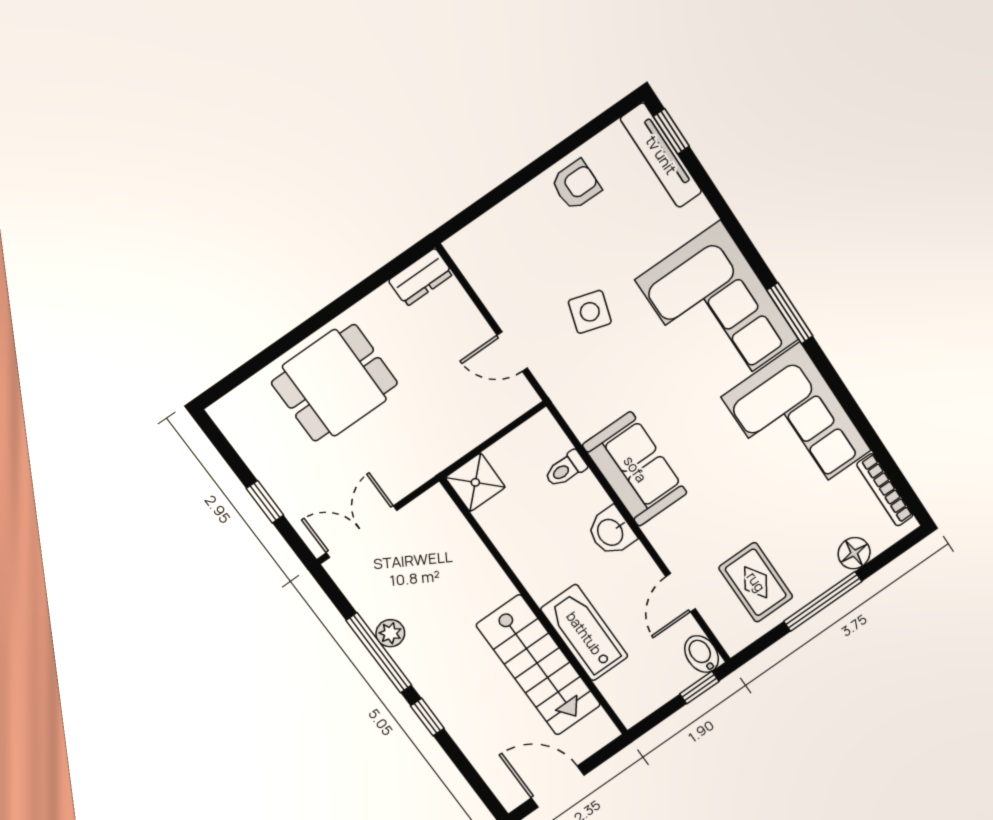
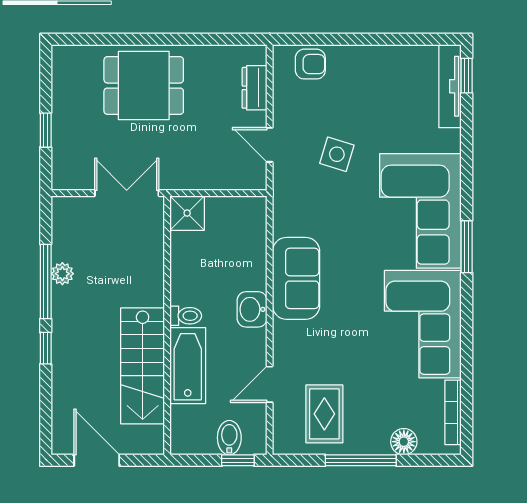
armchair: (576, 185) -> (310, 64), moved
dresser: (421, 277) -> (255, 88), moved, turned 90
toilet: (566, 469) -> (186, 316), moved, turned 180
double door: (362, 532) -> (127, 193), moved
bidet: (702, 654) -> (229, 438), moved

